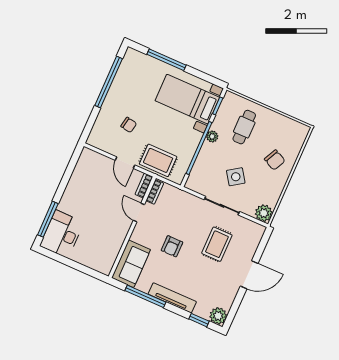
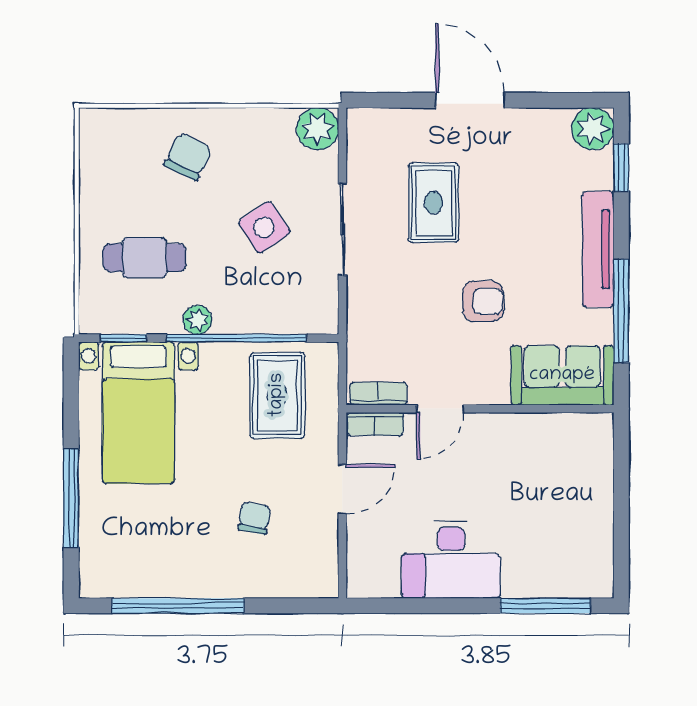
rug: (158, 160) -> (277, 395), moved
desk: (62, 234) -> (451, 560), moved
rug: (217, 244) -> (434, 203), turned 90

